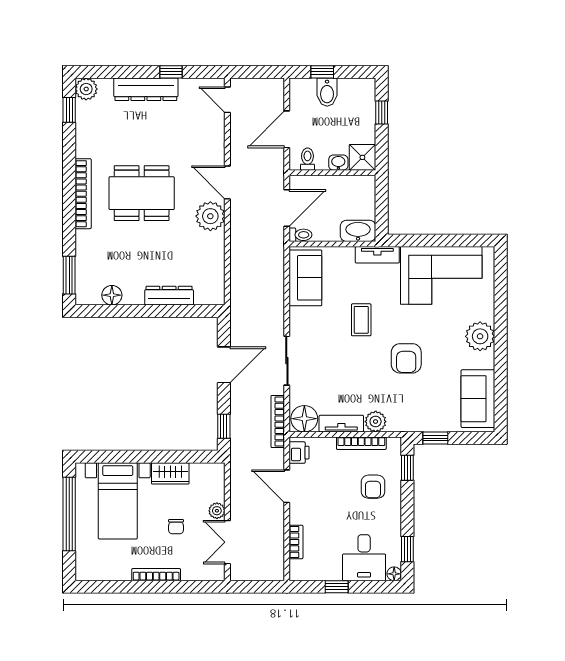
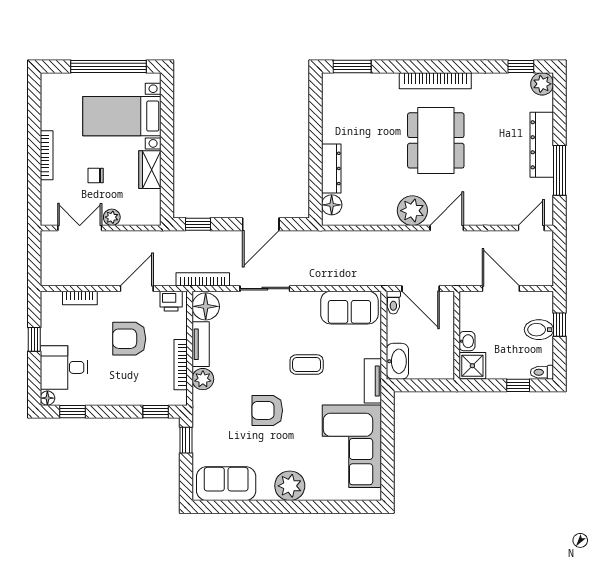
window: (171, 72) -> (560, 170), width x2.17
toilet: (307, 159) -> (542, 372), moved, turned 180
floor lamp: (112, 295) -> (332, 205), moved
door: (224, 365) -> (261, 224), hinge flipped
armchair: (373, 487) -> (129, 339), moved, width x1.38, depth x1.38

